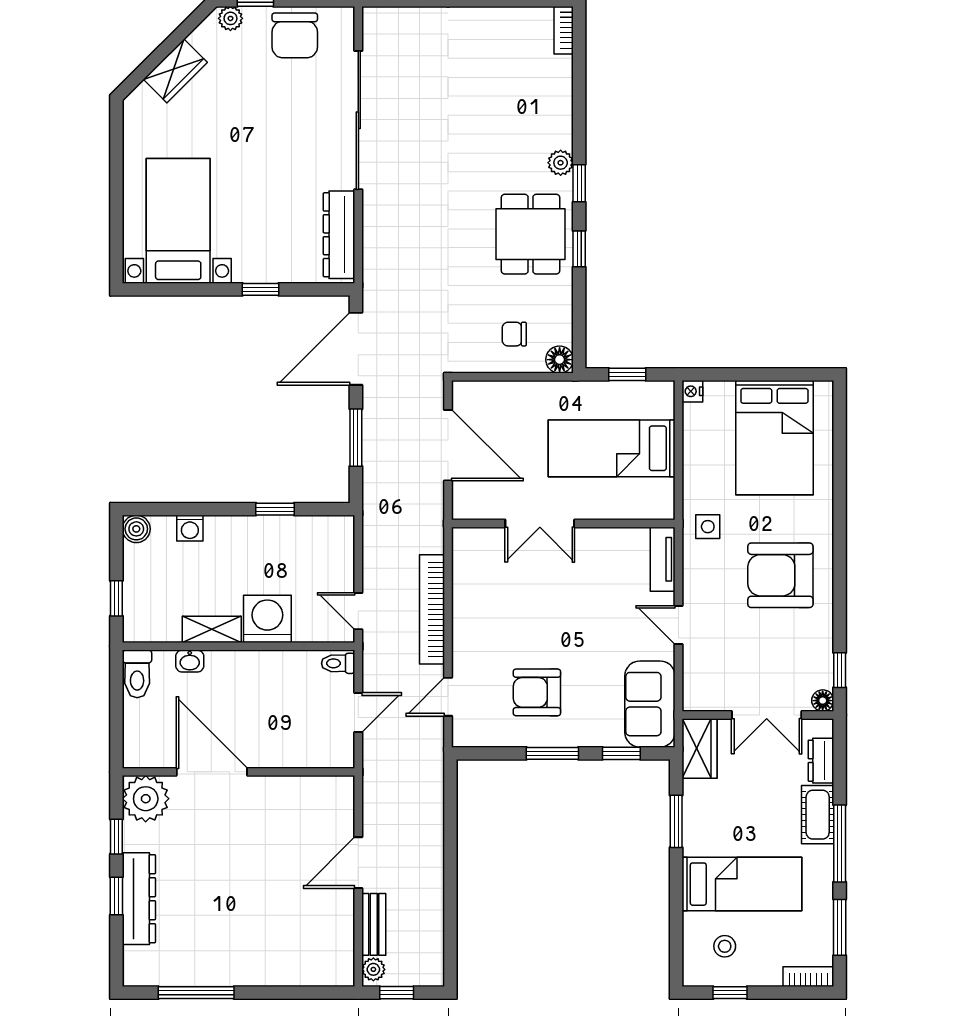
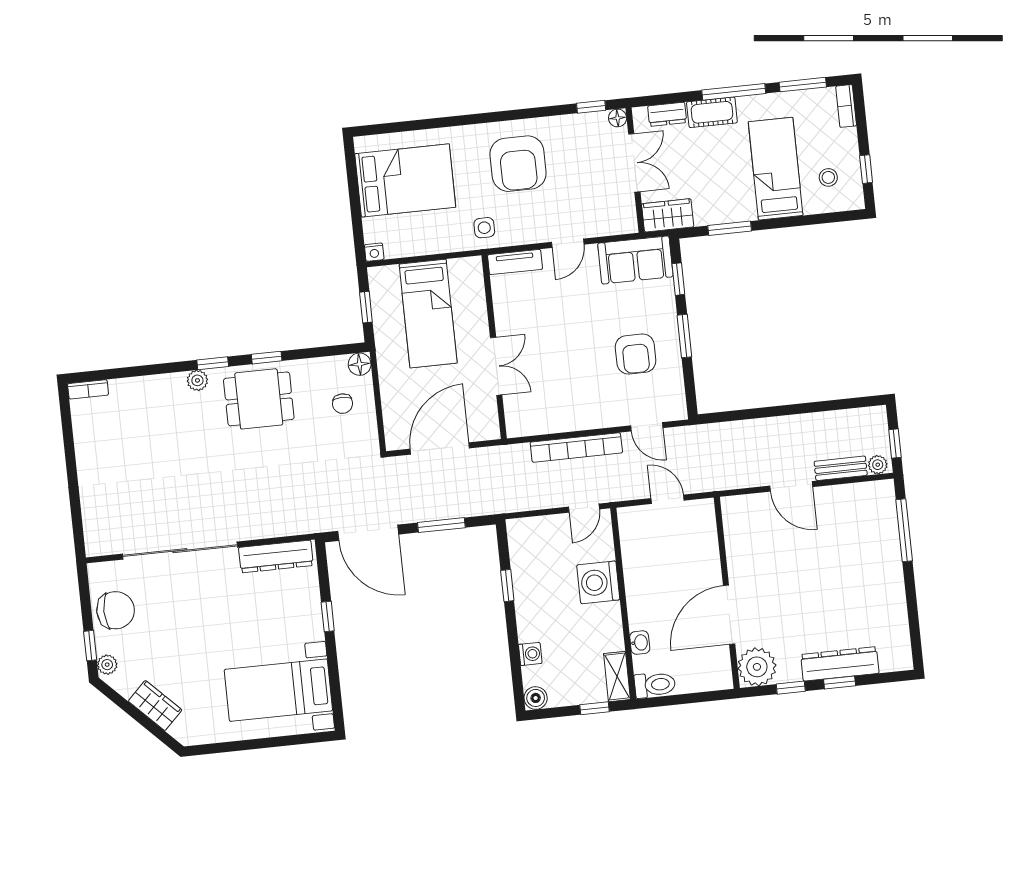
shelving: (212, 629) -> (617, 677), moved
toilet: (338, 663) -> (629, 520), removed
window: (196, 993) -> (904, 530), moved

